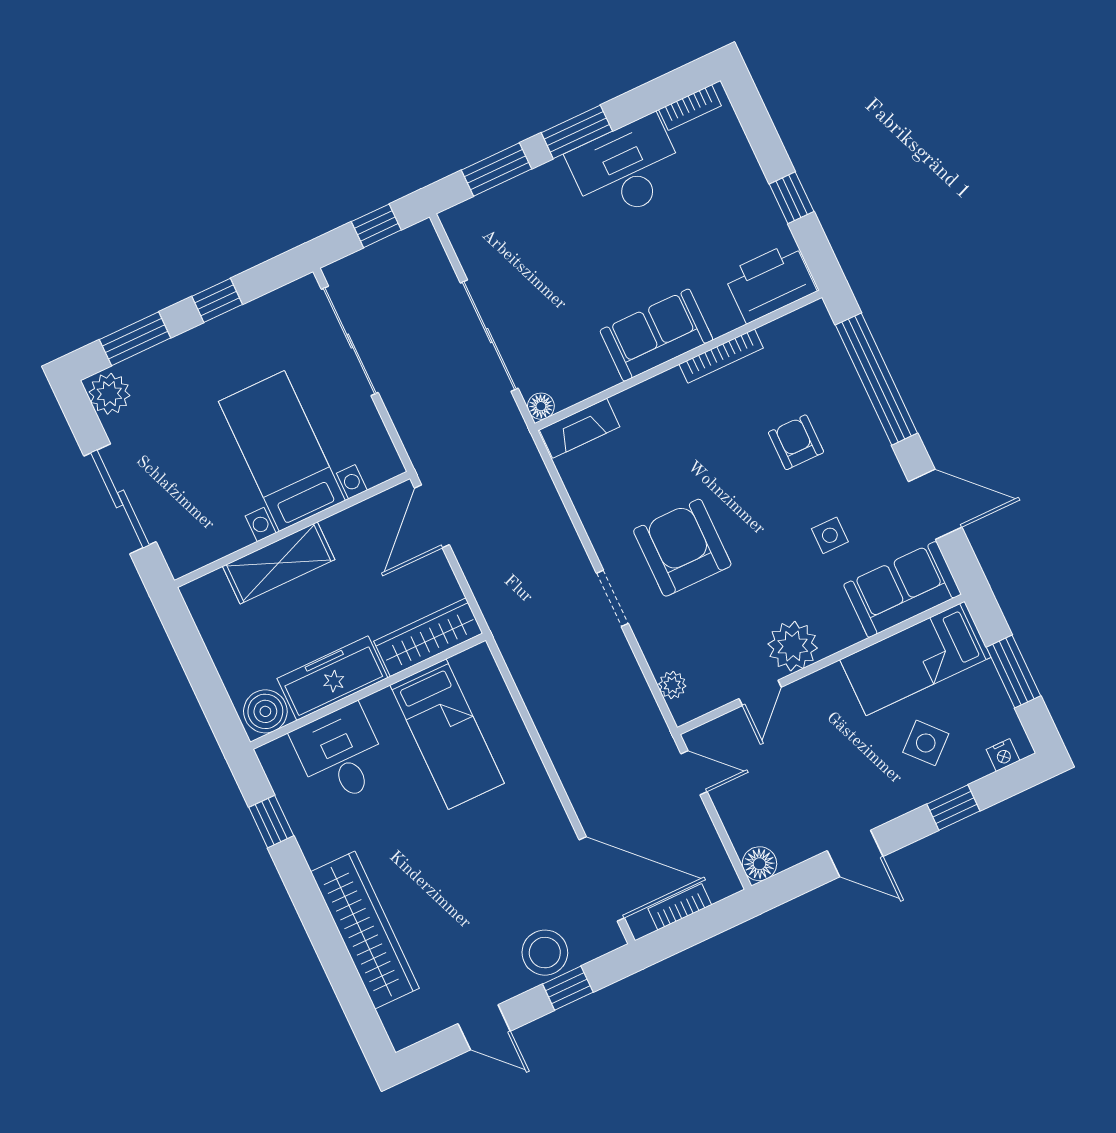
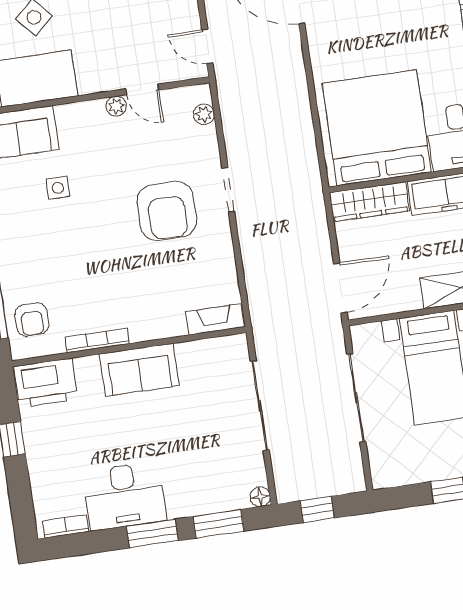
sliding door: (350, 341) -> (356, 398), moved
floor lamp: (541, 406) -> (260, 497), moved
armchair: (796, 442) -> (32, 319), moved
plant: (793, 646) -> (116, 106), width x0.53, depth x0.53
door: (760, 693) -> (142, 89), swing flipped
bed: (447, 734) -> (377, 128), width x2.04

